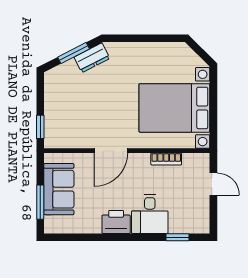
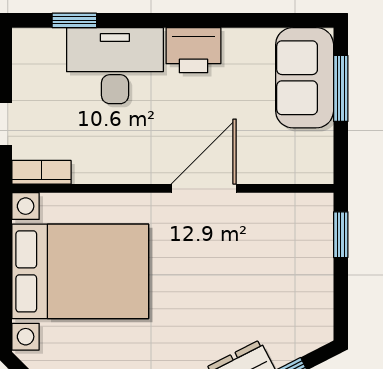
bookcase: (166, 159) -> (41, 172), moved
sofa: (59, 189) -> (305, 78), moved
desk: (150, 214) -> (115, 66), width x1.37

